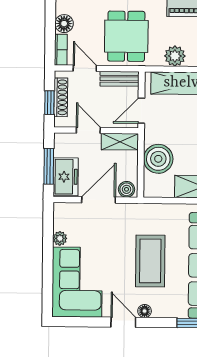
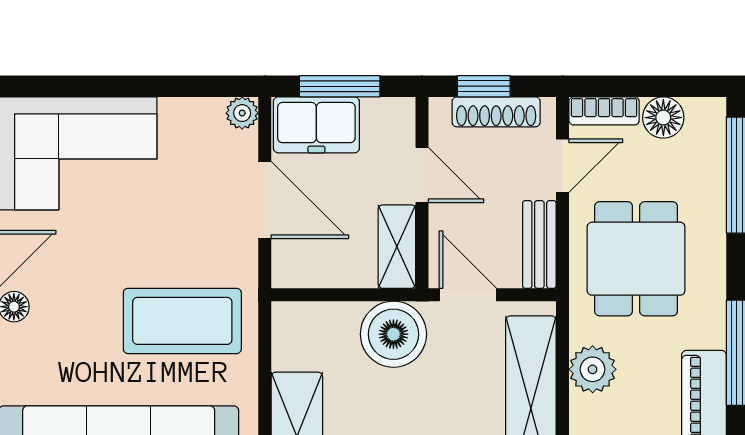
dining table: (126, 36) -> (636, 259), turned 90
door: (88, 130) -> (422, 175), hinge flipped
boiler: (158, 159) -> (393, 334), moved
boiler: (127, 189) -> (289, 263), removed
plant: (60, 238) -> (242, 113), moved
coffee table: (150, 261) -> (182, 321), moved

